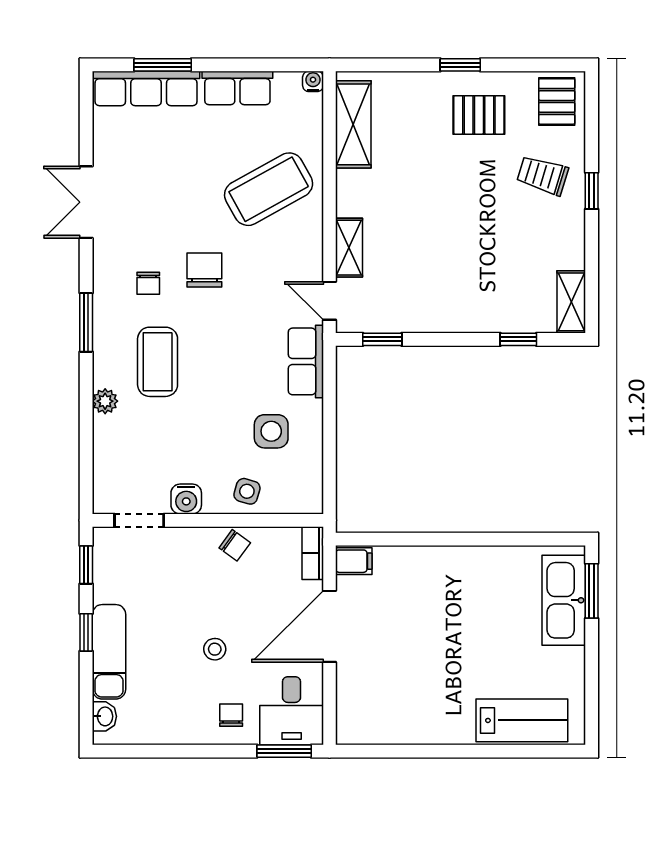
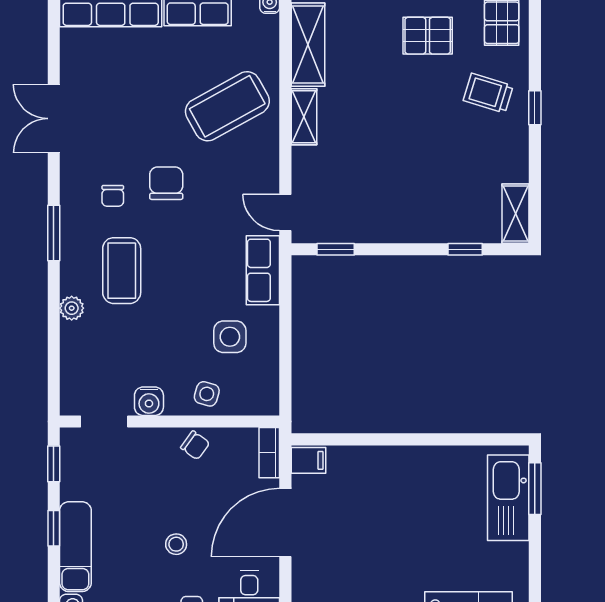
shelving: (349, 248) -> (304, 117), moved

